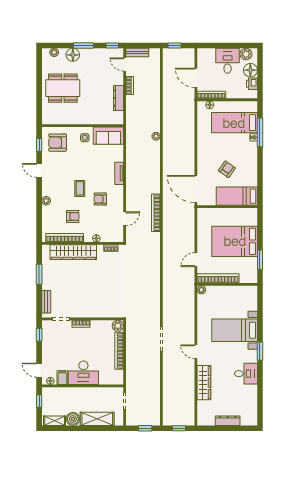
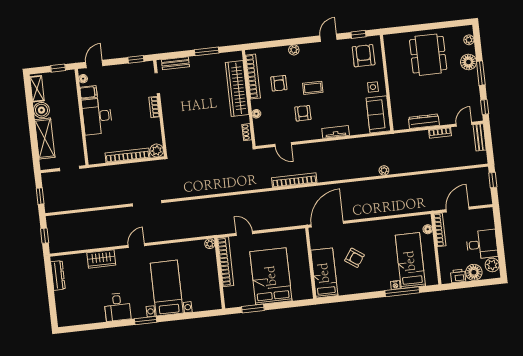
wardrobe: (204, 383) -> (101, 259), width x0.67
dresser: (228, 421) -> (58, 275), moved

